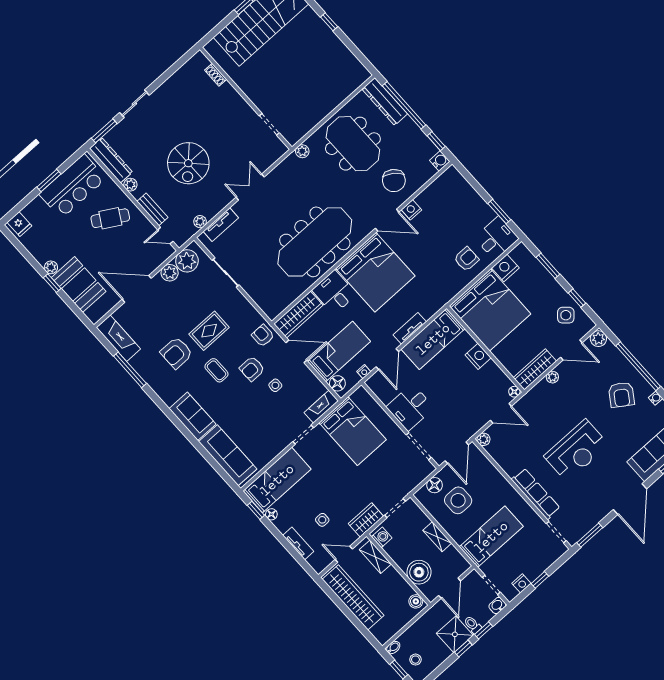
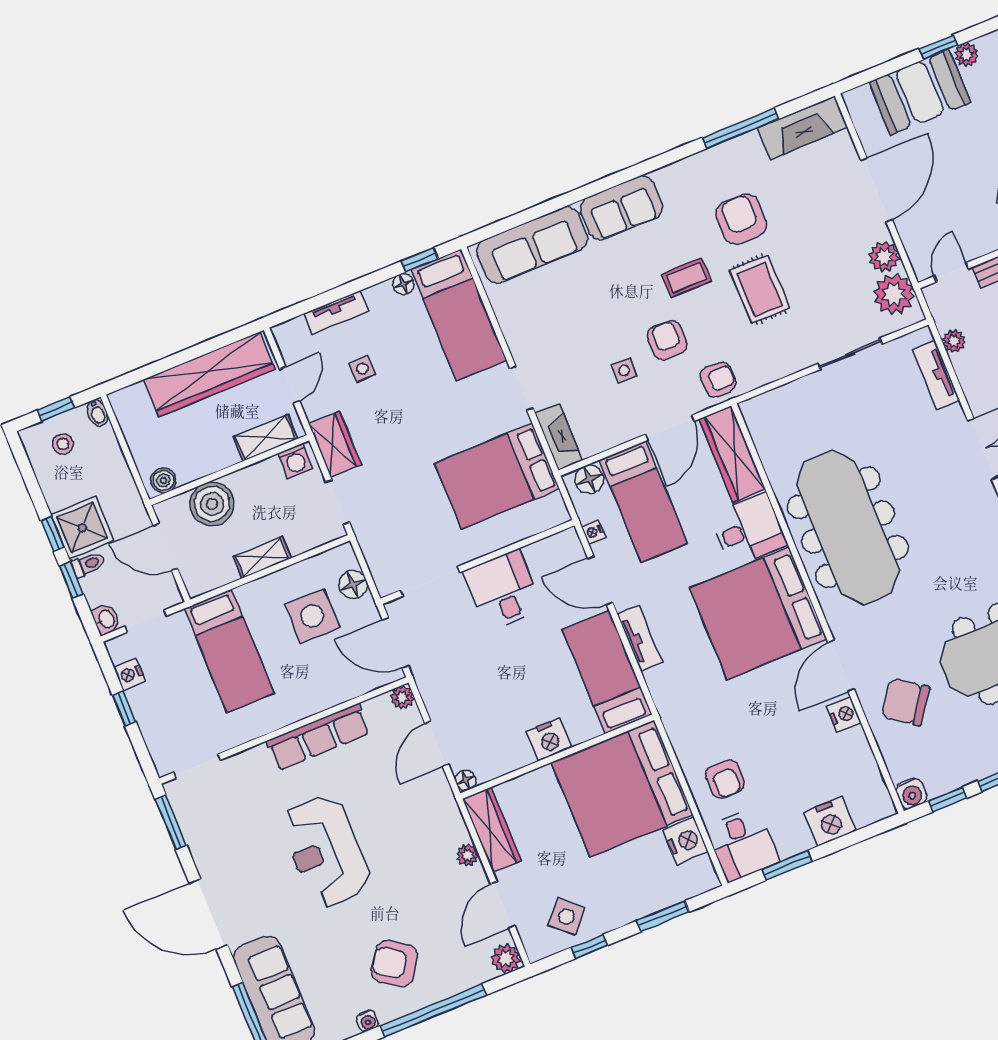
nightstand: (469, 197) -> (830, 822), added
row of seats: (536, 494) -> (318, 737), moved

